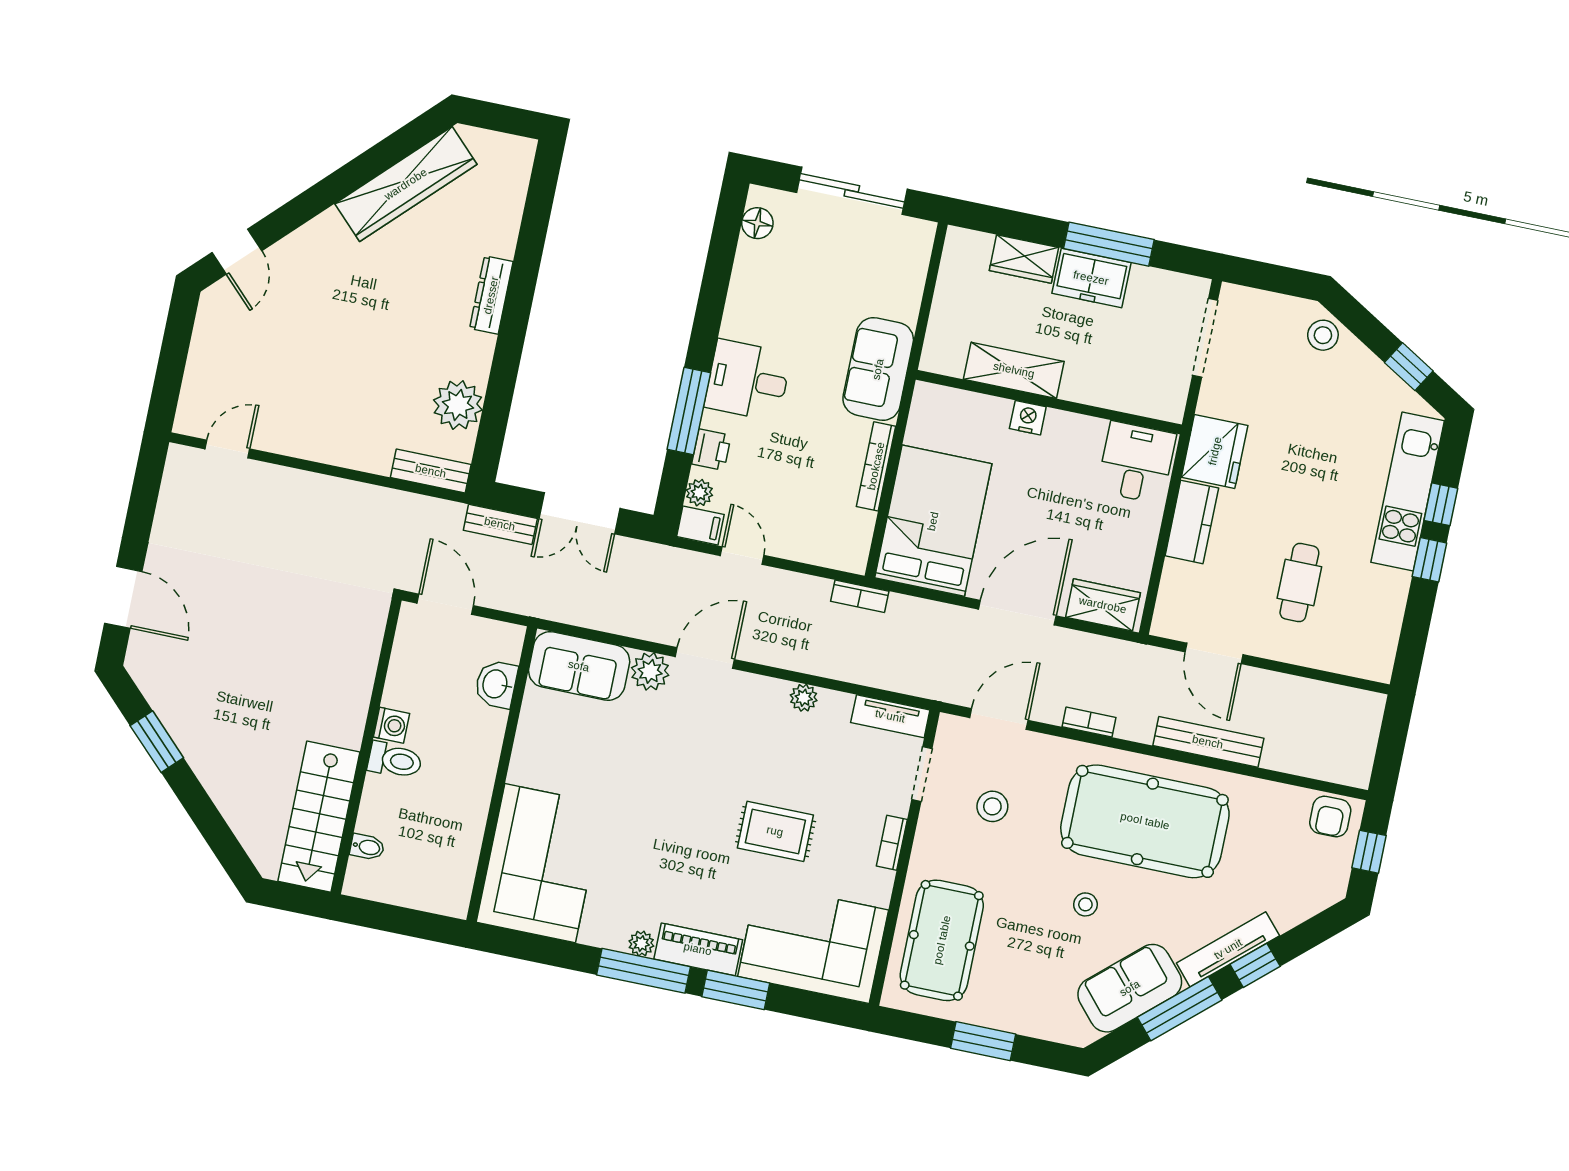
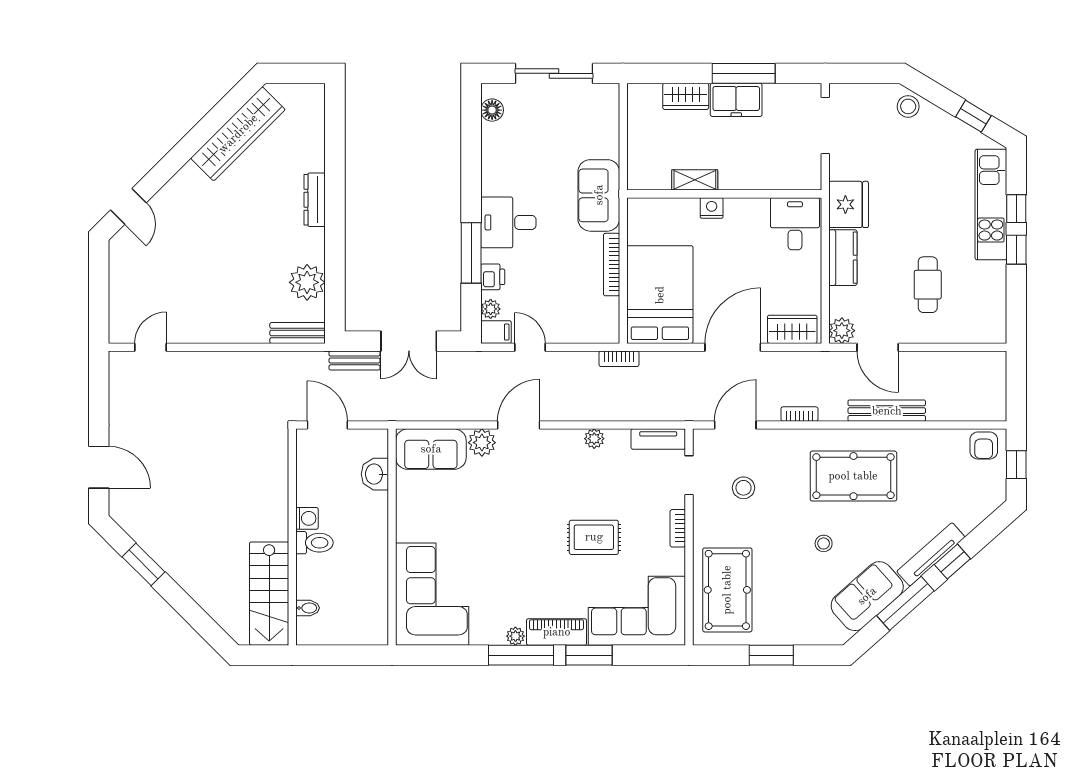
shelving: (1014, 370) -> (695, 180), width x0.67, depth x0.75
plant: (1170, 621) -> (842, 331), added
pool table: (1145, 821) -> (853, 476), width x0.73, depth x0.76

